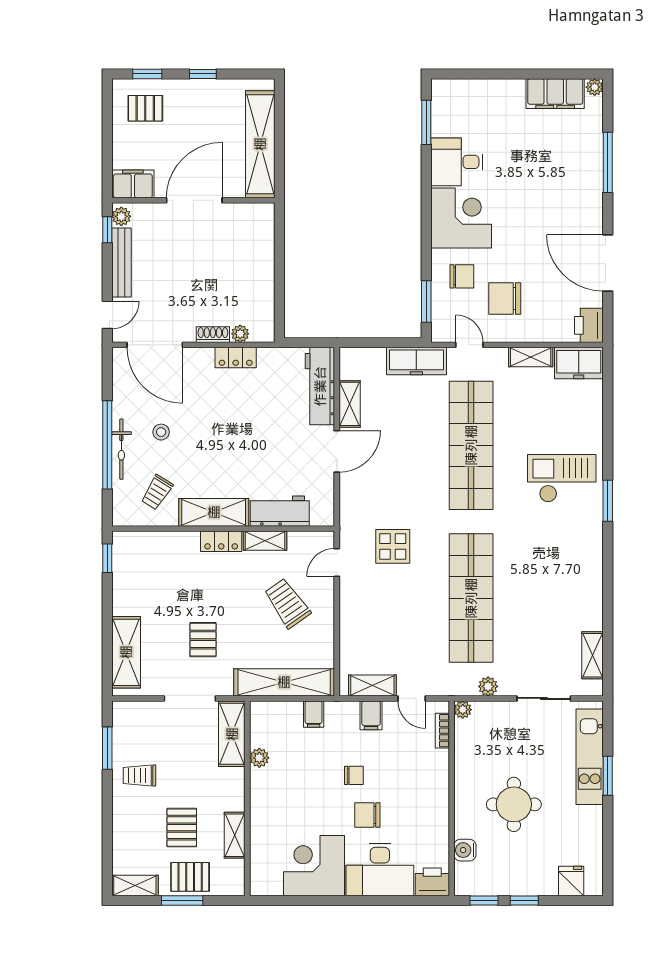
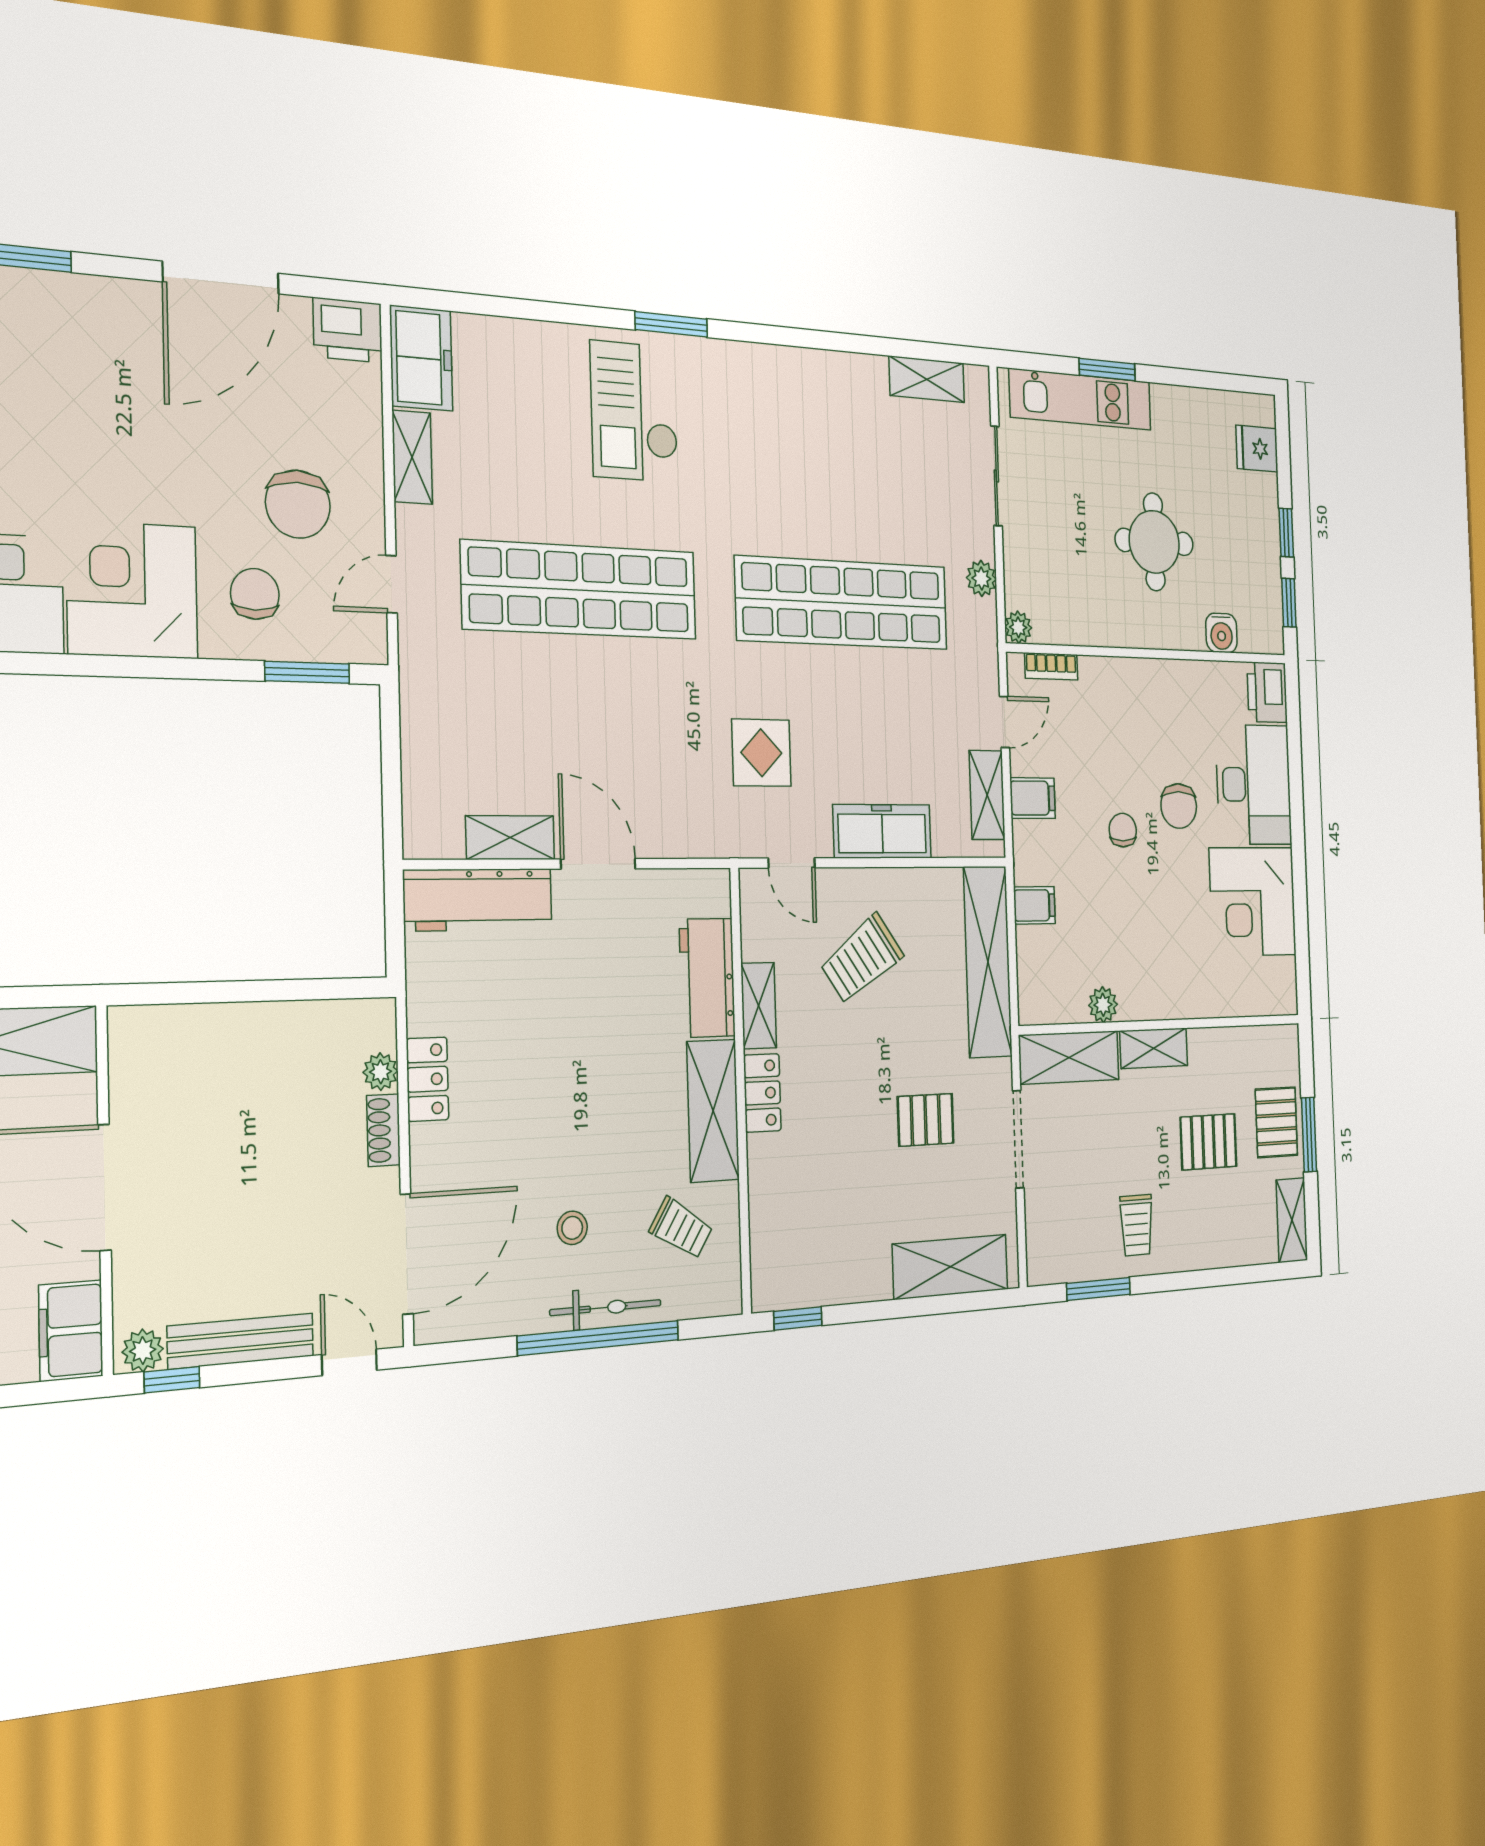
freezer: (416, 361) -> (882, 831), moved, turned -90
shelving: (235, 835) -> (1154, 1048), moved

